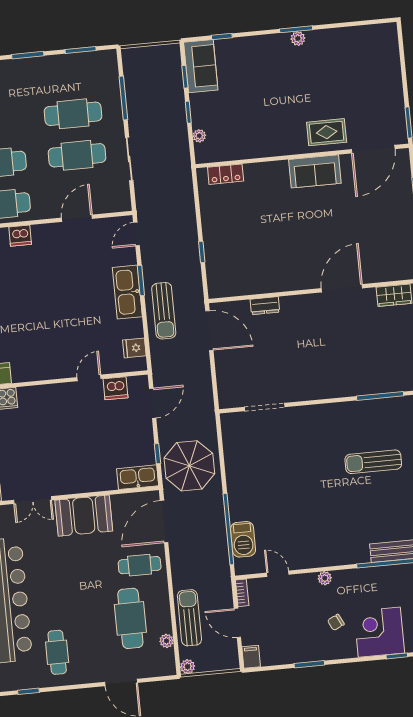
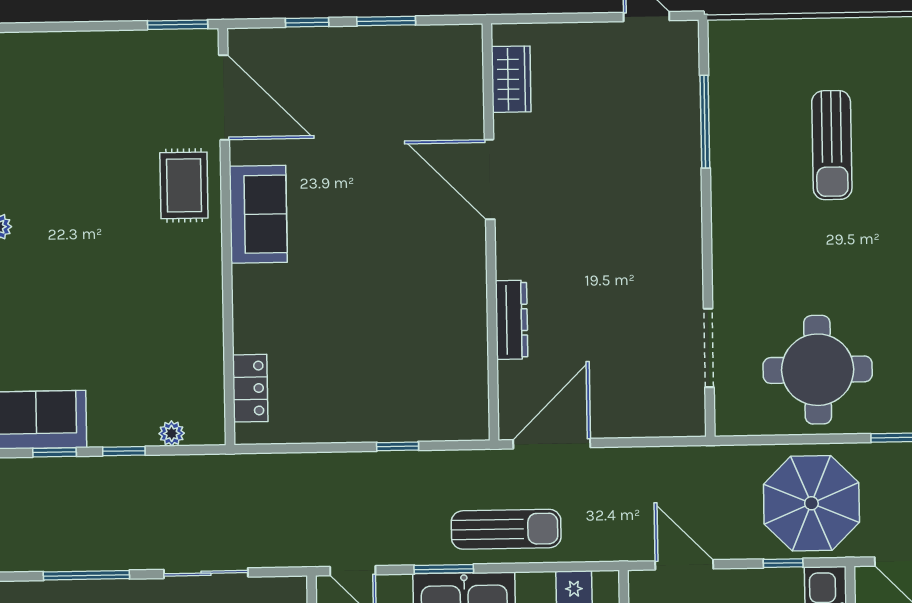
dresser: (265, 306) -> (512, 320), width x1.44
round table: (258, 464) -> (818, 370), added

